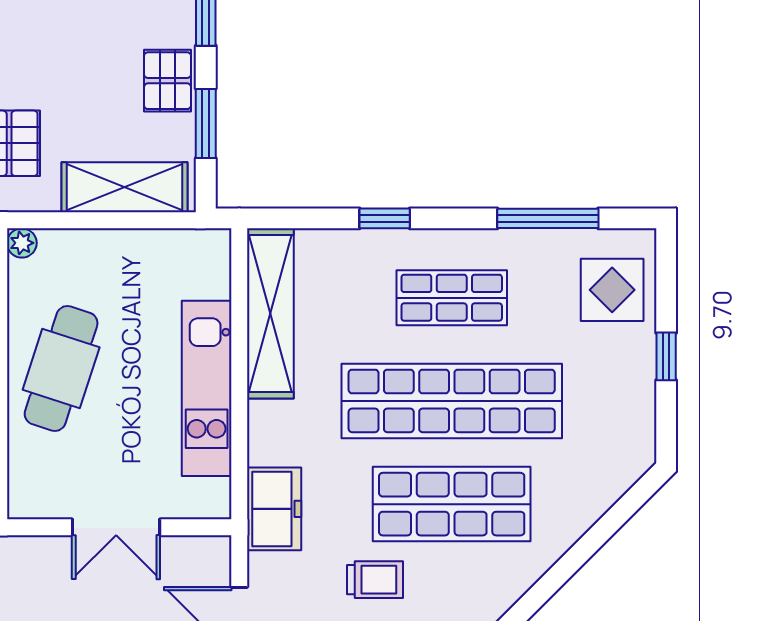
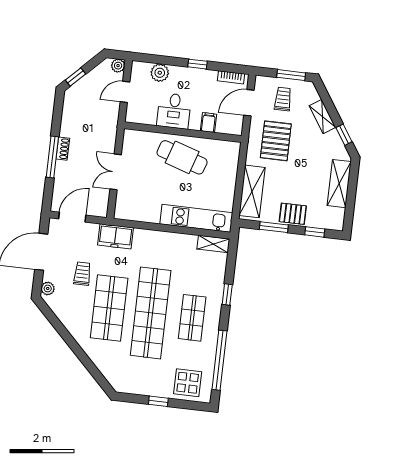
window: (548, 218) -> (219, 360), width x1.46
plant: (22, 243) -> (234, 147), removed
shelving: (270, 313) -> (213, 244), width x0.45, depth x0.75
kitchen unit: (207, 388) -> (196, 218), moved
trolley: (375, 580) -> (82, 274), turned 180

